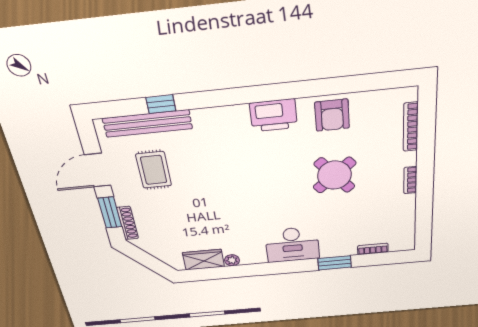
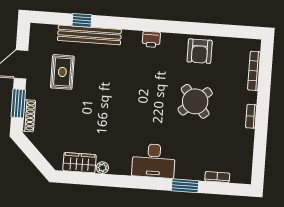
printer: (274, 115) -> (151, 39), width x0.53, depth x0.68
bench: (147, 123) -> (89, 35), moved

